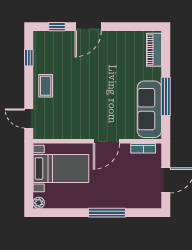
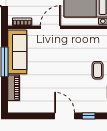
door: (88, 27) -> (65, 116), hinge flipped
piano: (154, 50) -> (14, 88), moved

